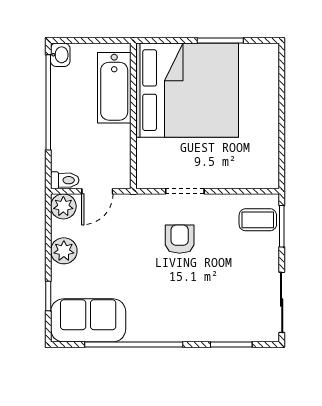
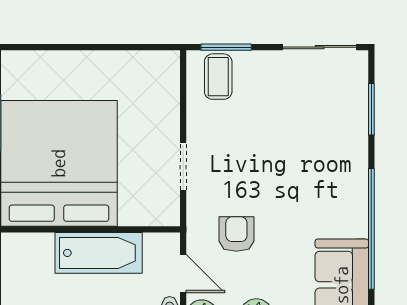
bathtub: (114, 88) -> (99, 253), moved
armchair: (180, 239) -> (236, 234), moved, turned 90

